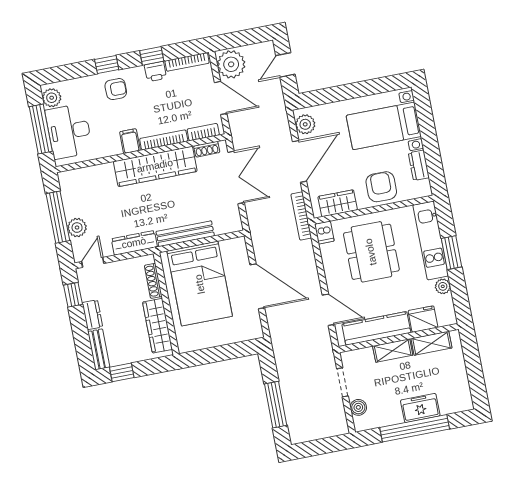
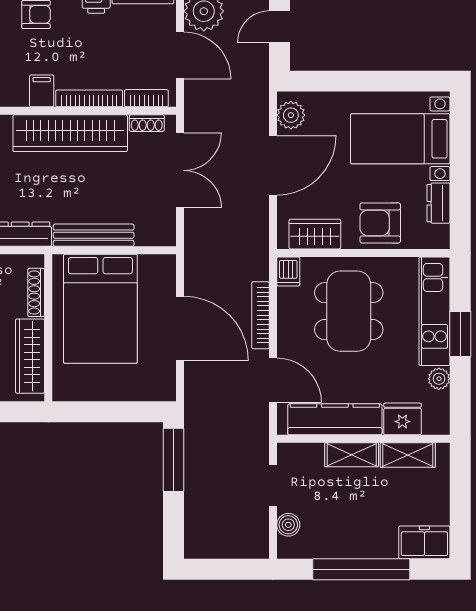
armchair: (381, 187) -> (380, 223), turned -90
bookcase: (301, 216) -> (261, 315), moved
window: (276, 405) -> (174, 460), moved
freezer: (420, 408) -> (424, 542), moved

